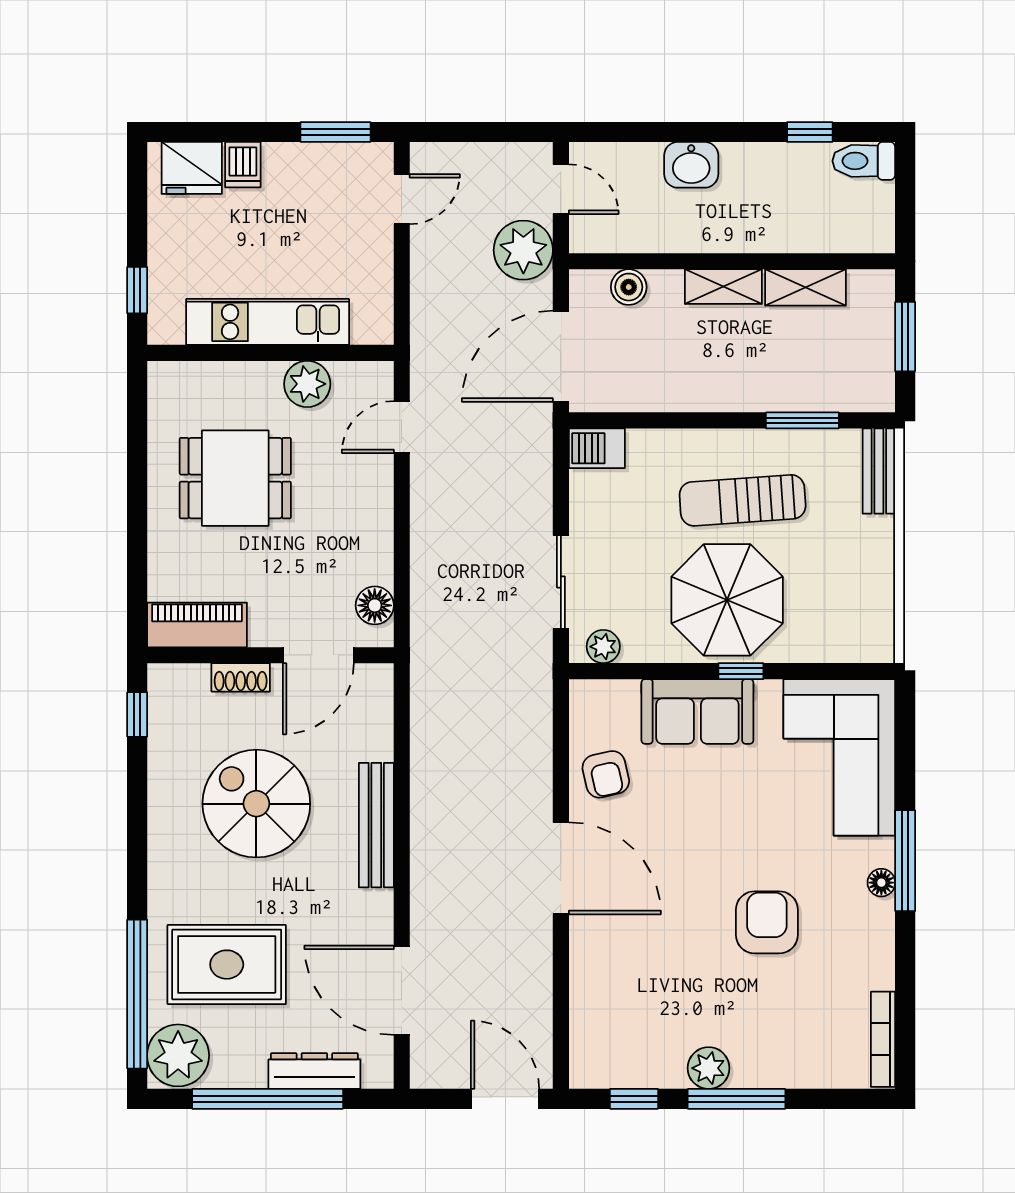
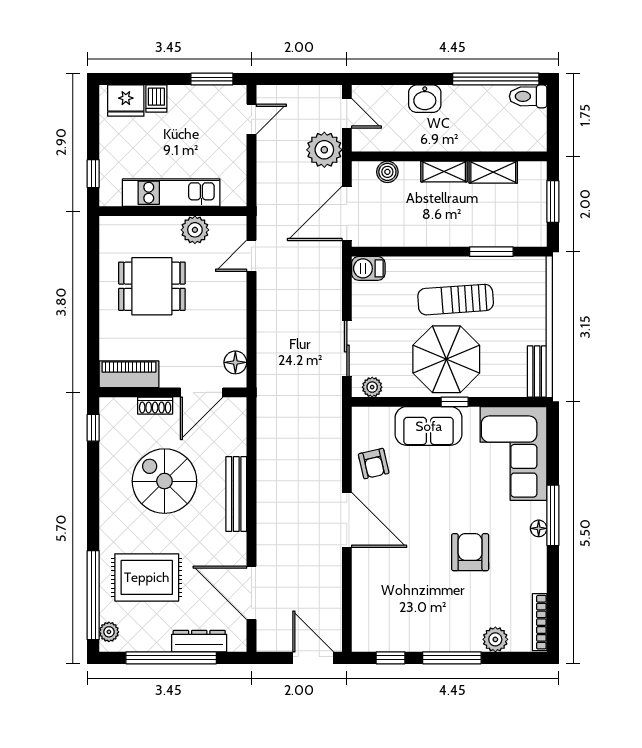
window: (810, 132) -> (496, 79), width x3.17
bench: (879, 471) -> (537, 372), moved
plant: (178, 1055) -> (109, 632), width x0.53, depth x0.53
plant: (709, 1068) -> (495, 639), moved

